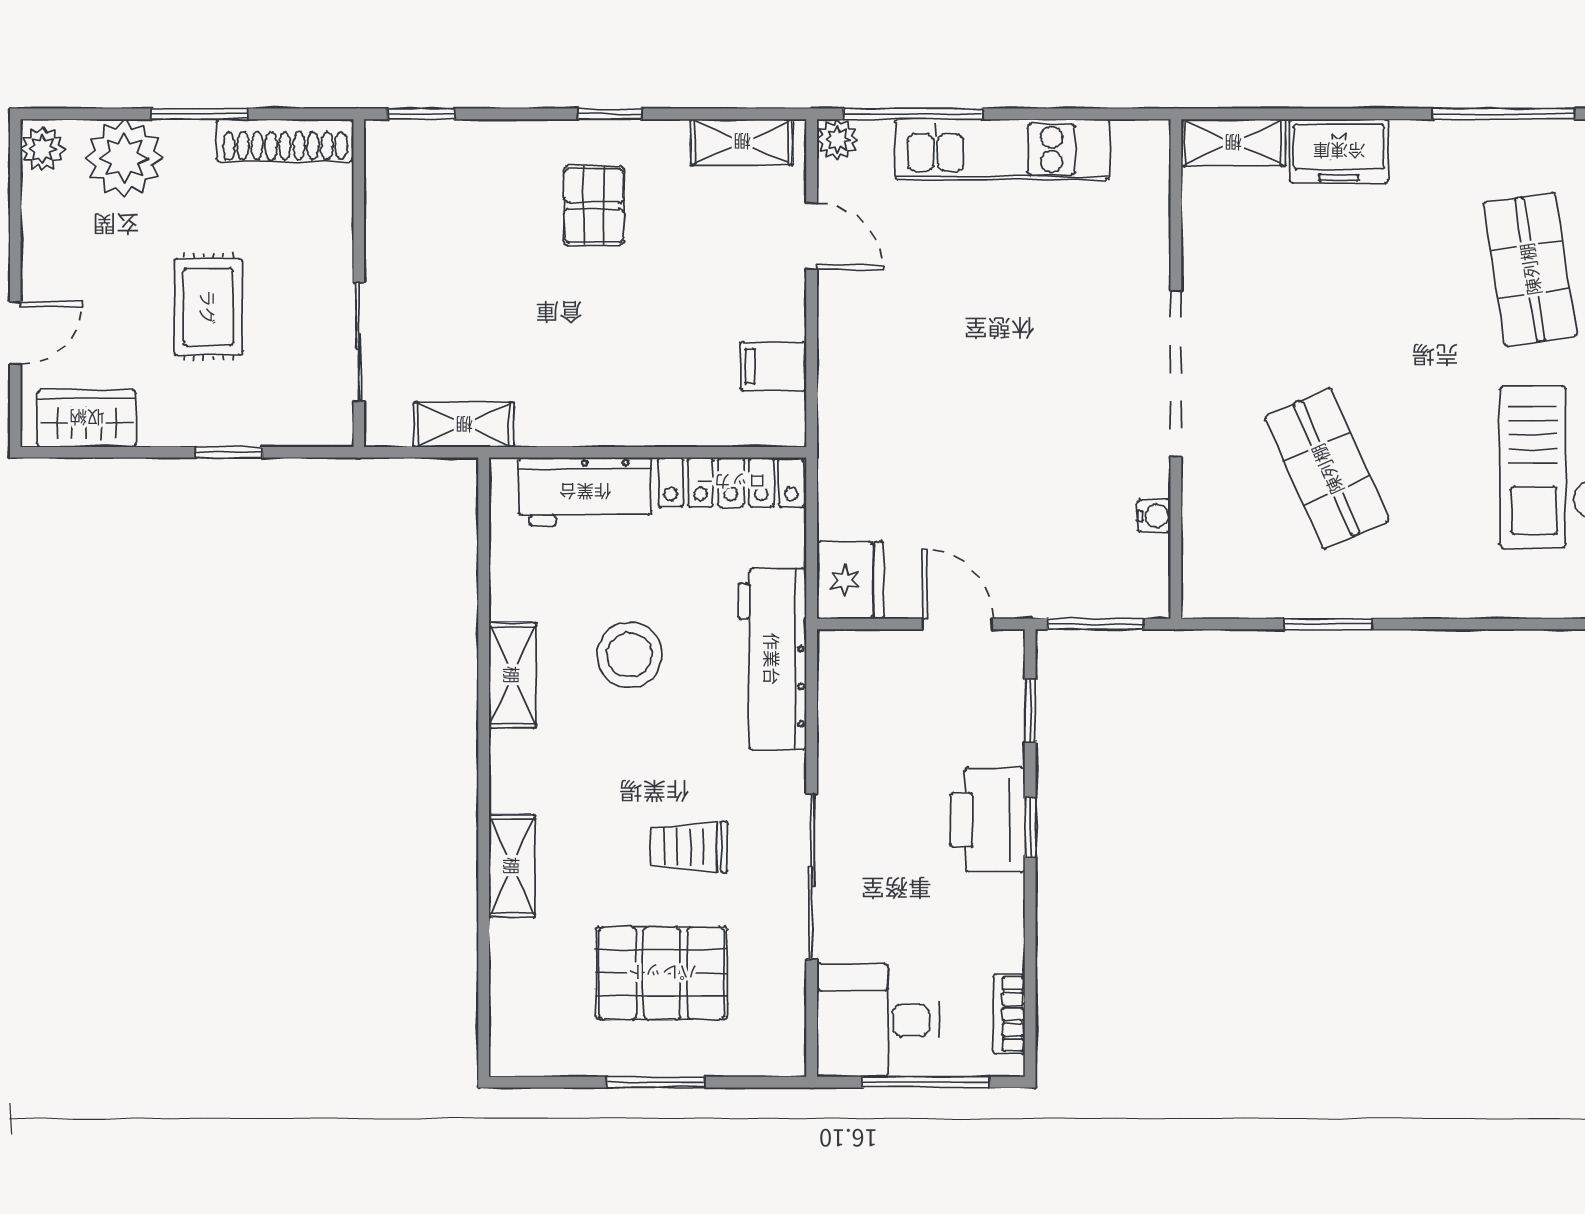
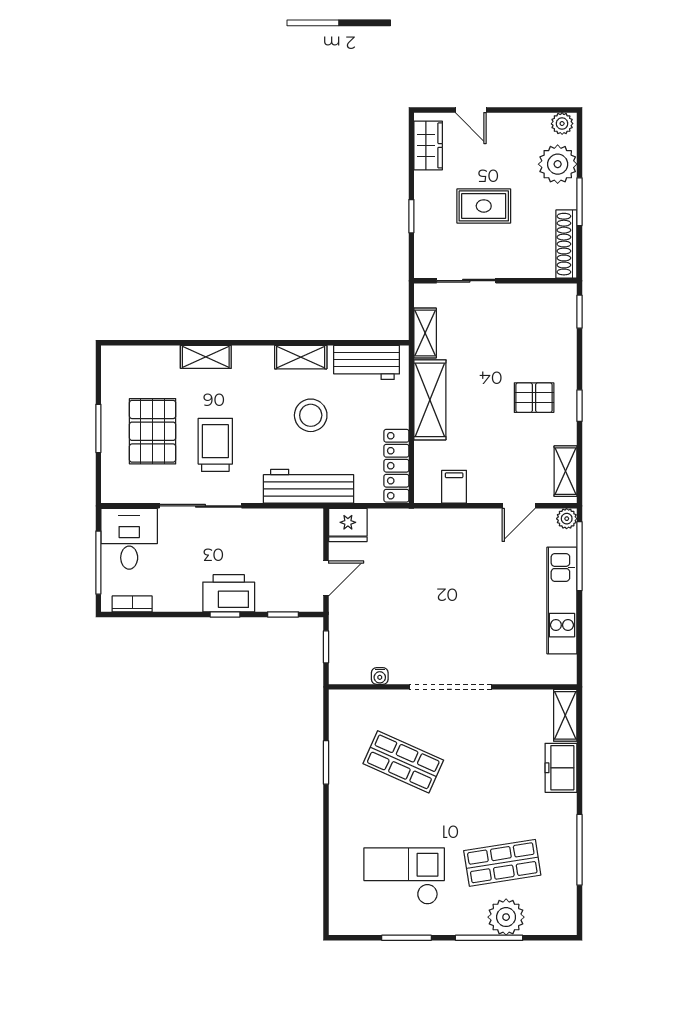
shelving: (598, 415) -> (430, 400), added
shop shelf: (1327, 469) -> (403, 762), turned 48
workbench: (585, 492) -> (367, 362), moved, turned -90
window: (1095, 624) -> (326, 647), width x0.67
trolley: (689, 847) -> (215, 445), width x1.36, depth x1.39

